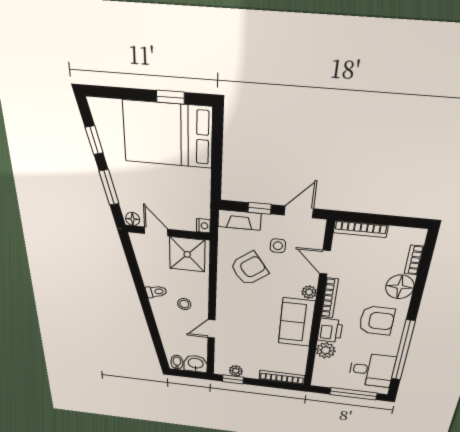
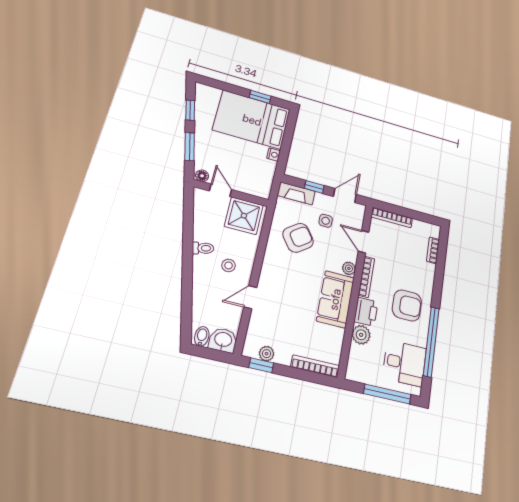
nightstand: (203, 226) -> (273, 155), moved
floor lamp: (400, 287) -> (424, 274), removed

